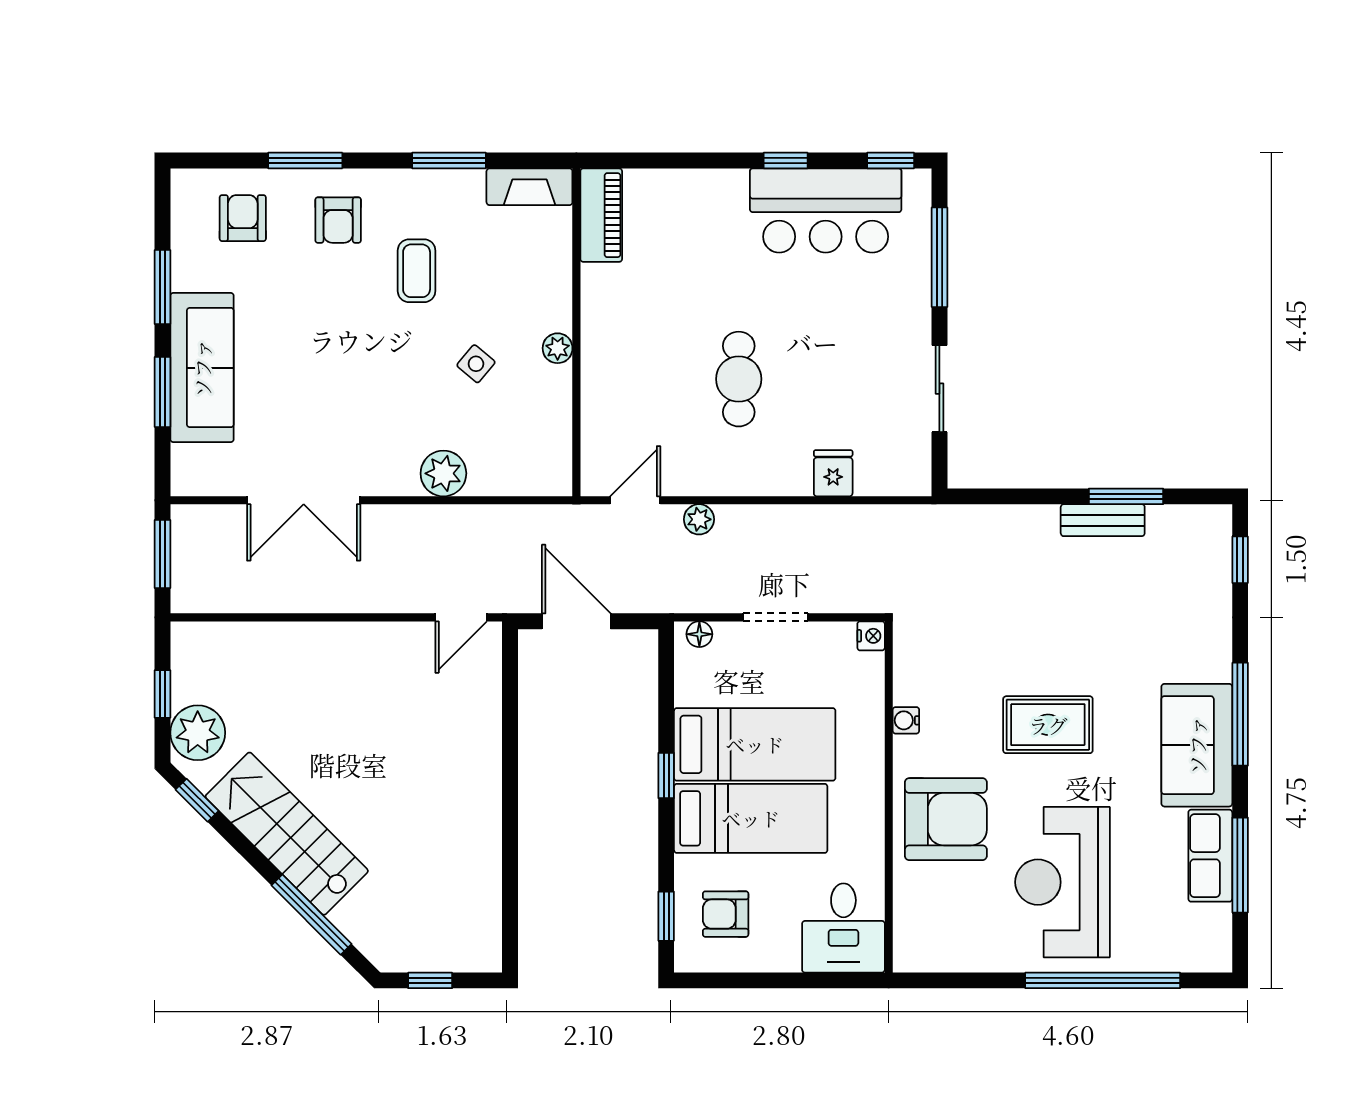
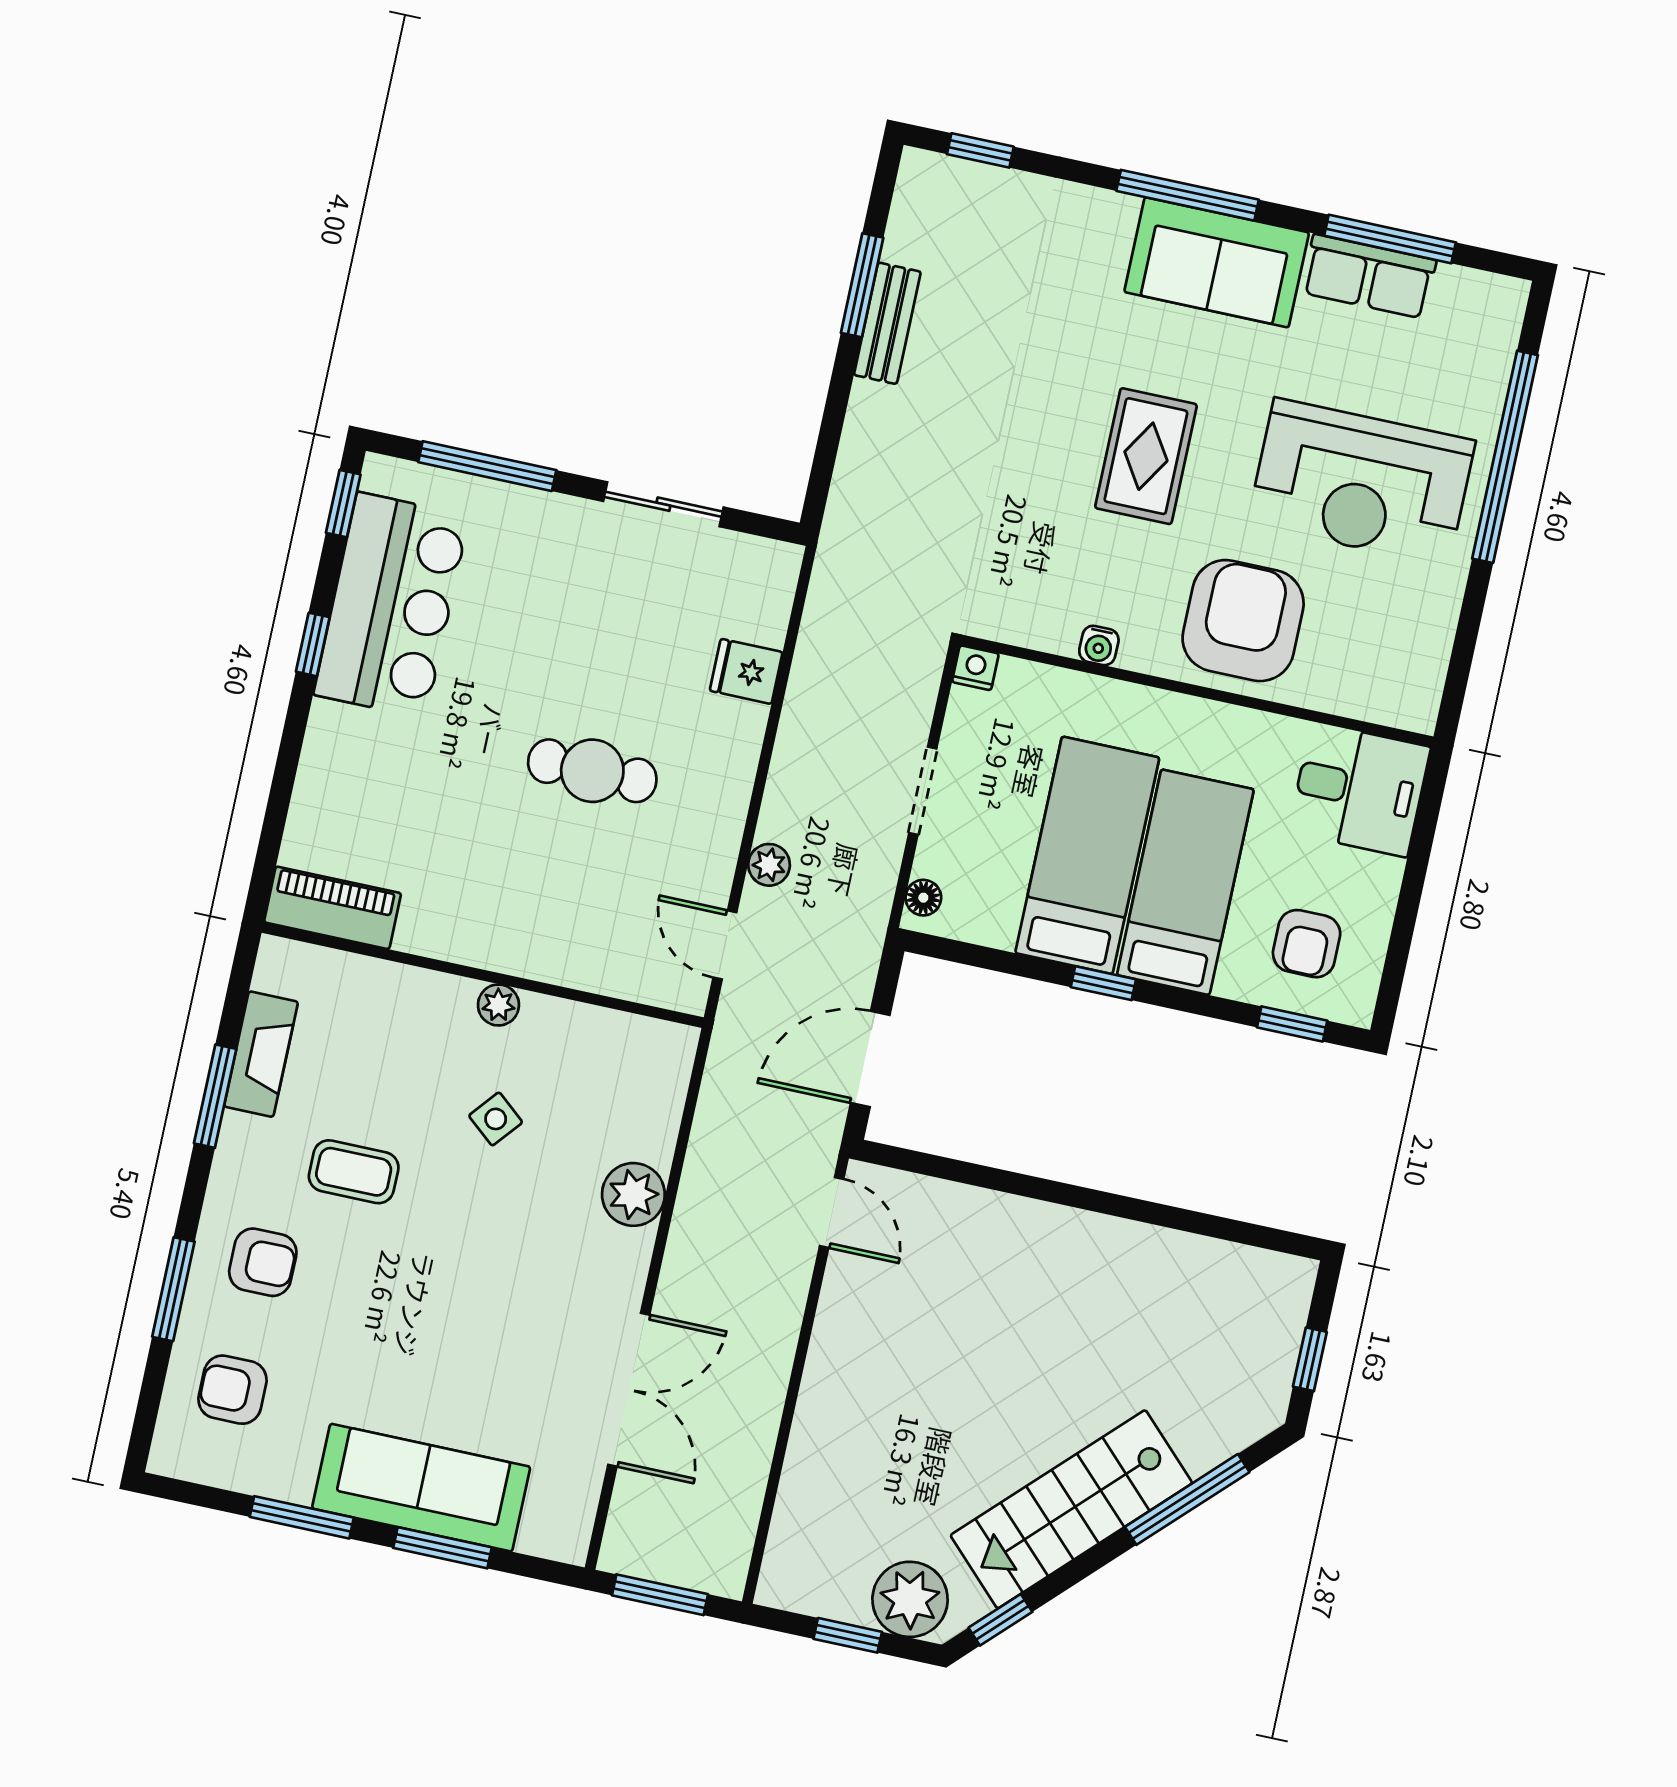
fireplace: (529, 187) -> (261, 1054), moved

